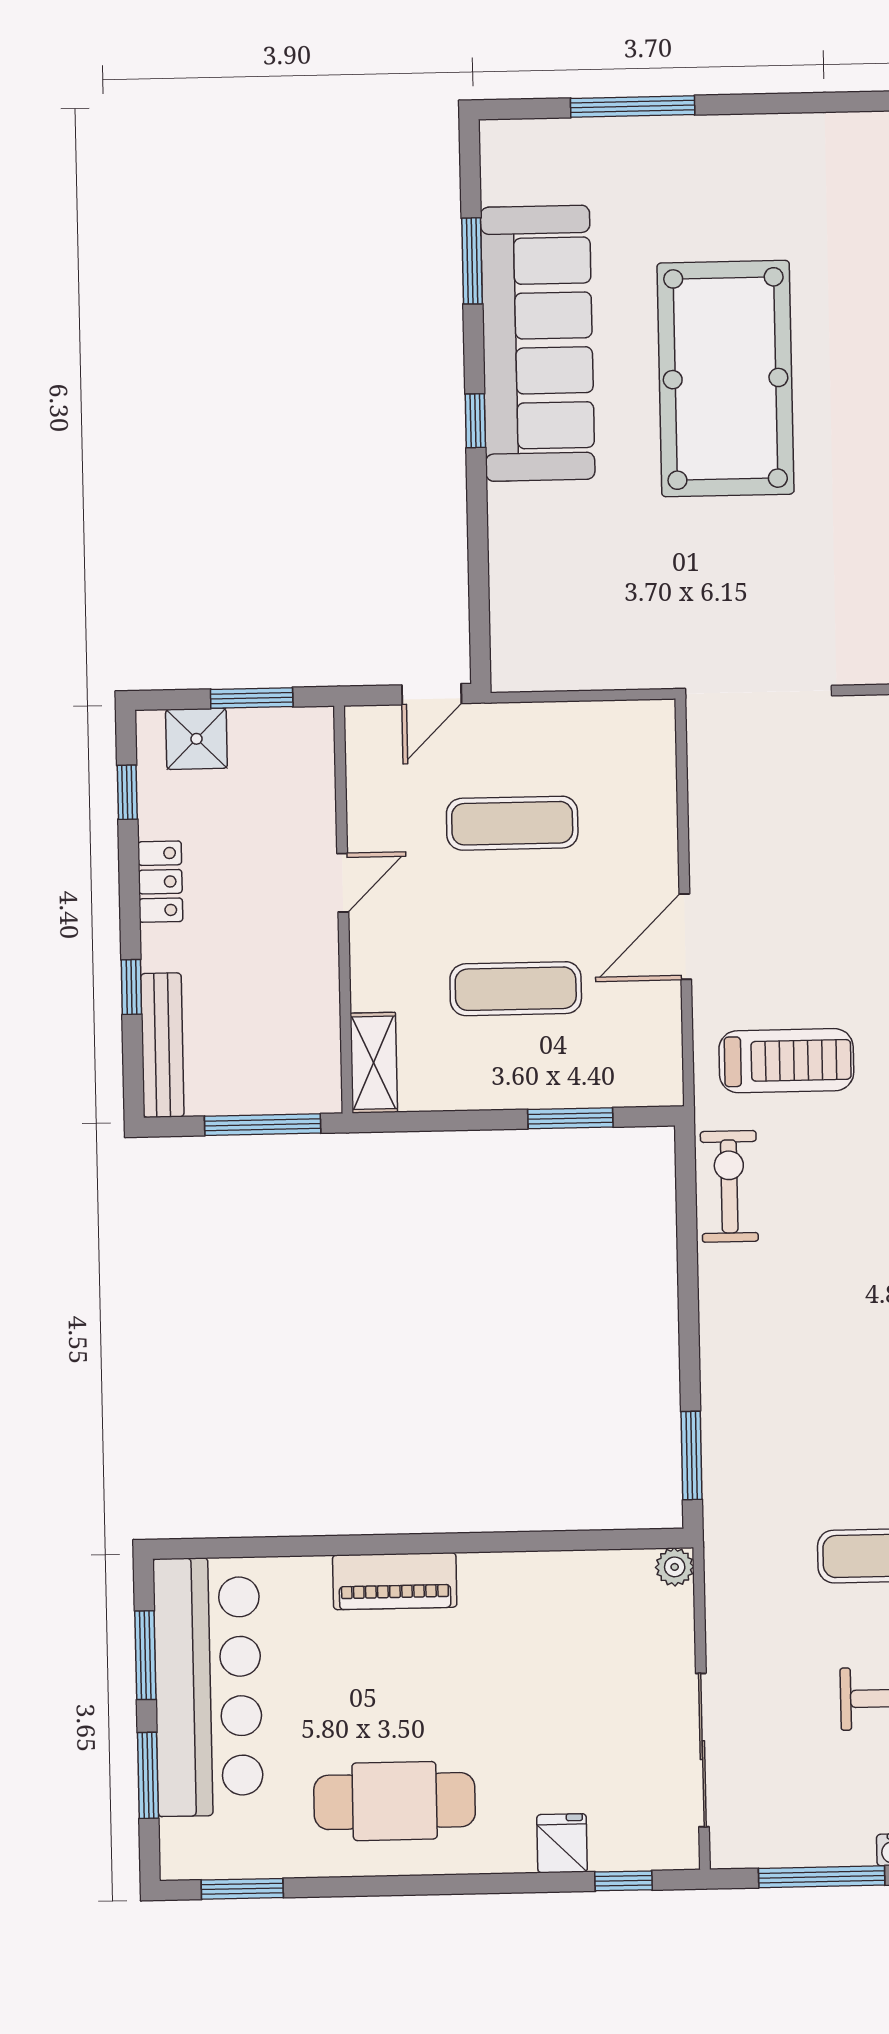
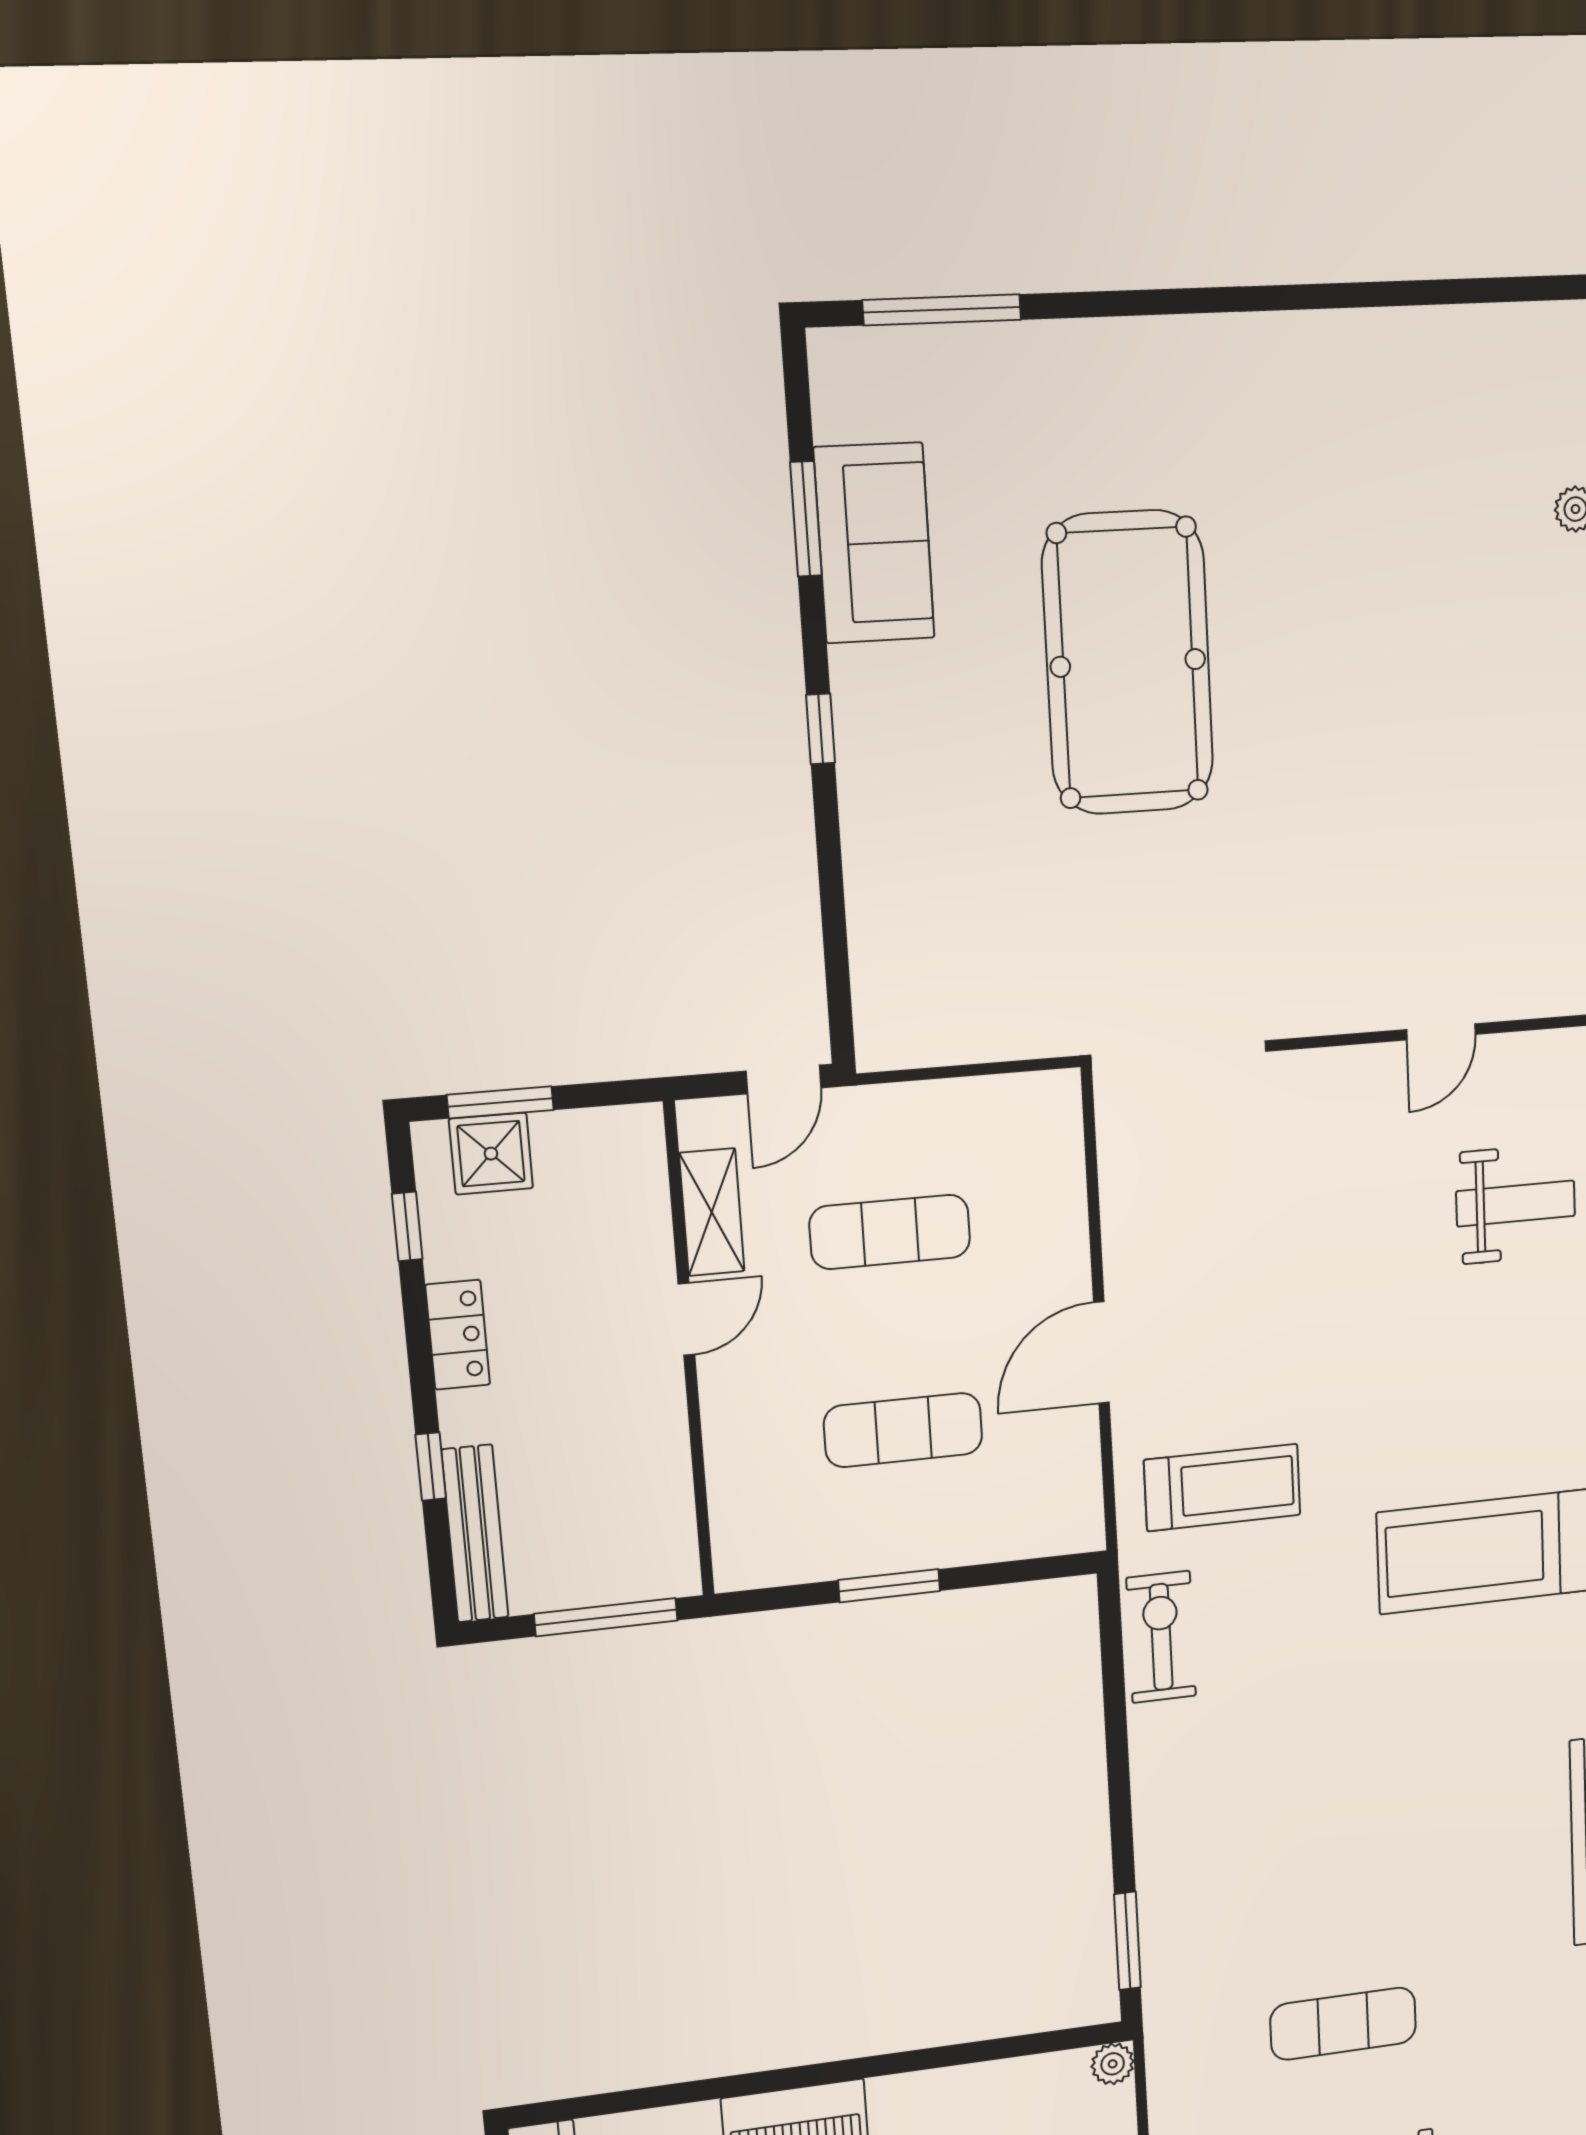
window: (633, 106) -> (942, 310), moved
sofa: (538, 343) -> (874, 543), width x0.54, depth x0.79
window: (252, 698) -> (500, 1102), moved
shelving: (374, 1063) -> (712, 1212), moved
window: (570, 1118) -> (889, 1586), moved

